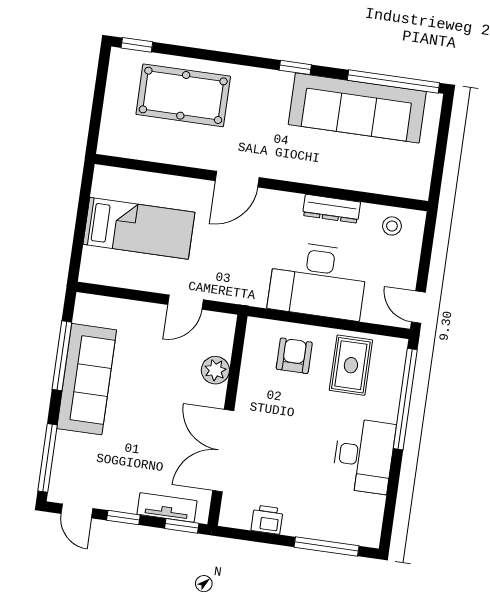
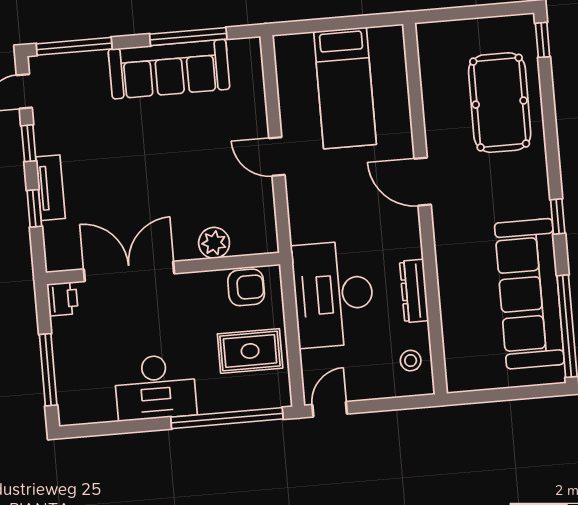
plant: (215, 370) -> (214, 243), moved
wall: (228, 420) -> (163, 268), moved
double door: (223, 451) -> (129, 271), moved

